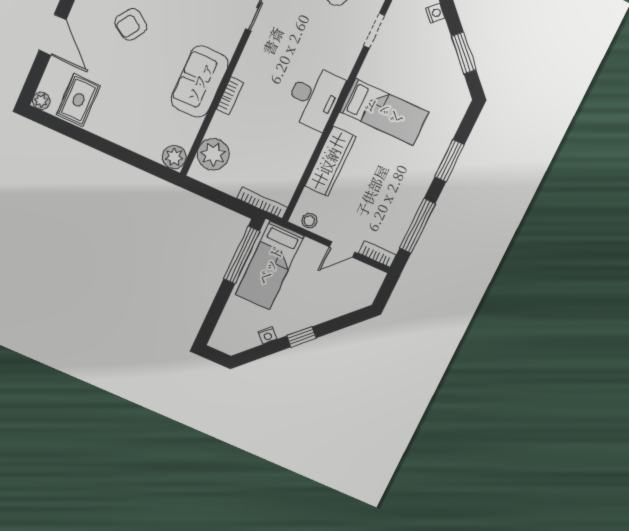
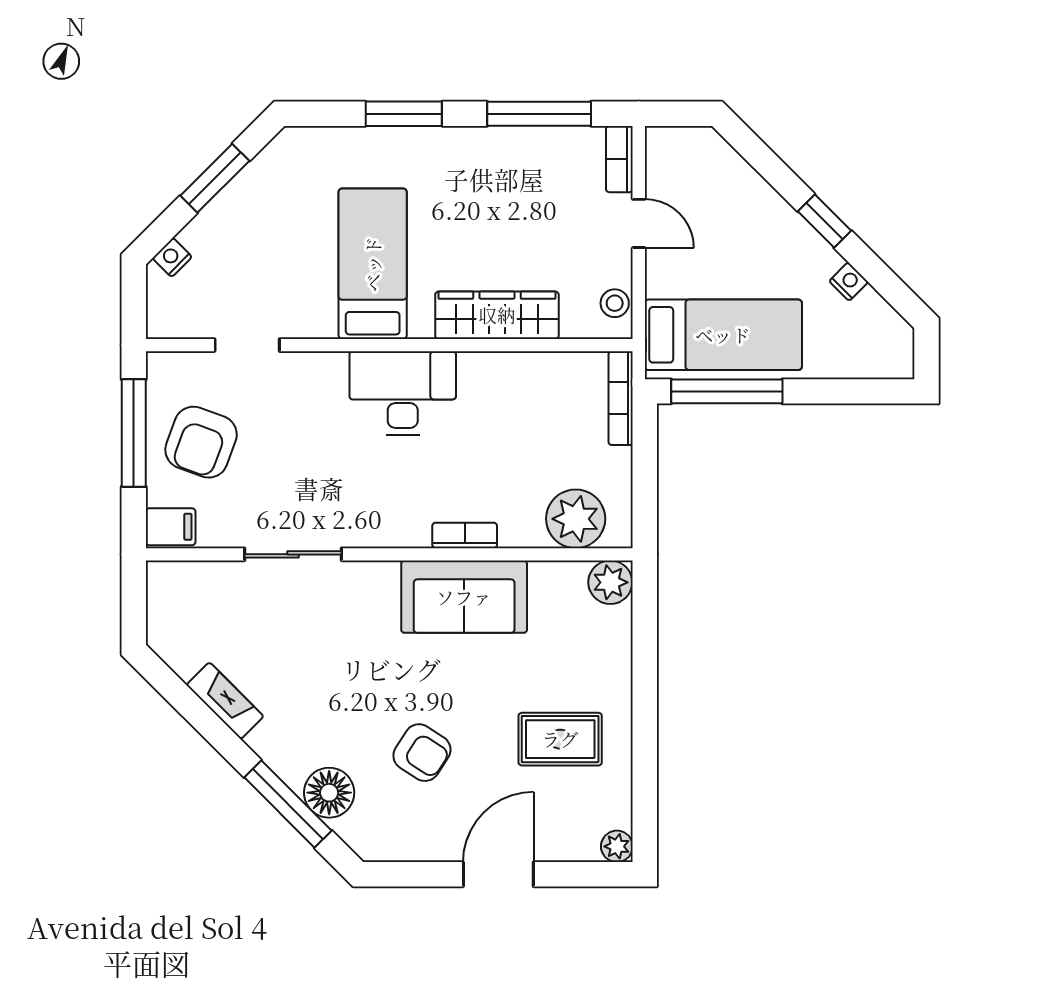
rug: (78, 100) -> (560, 739), moved

